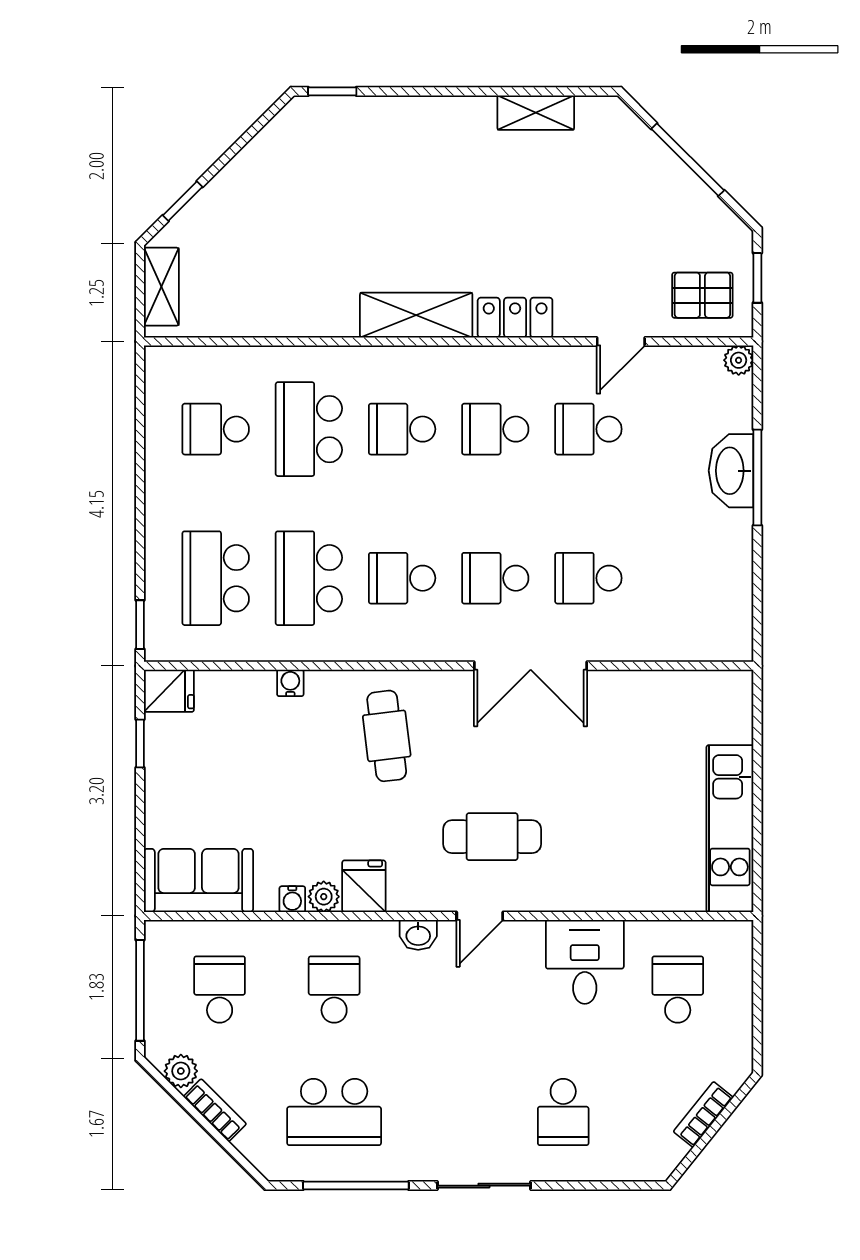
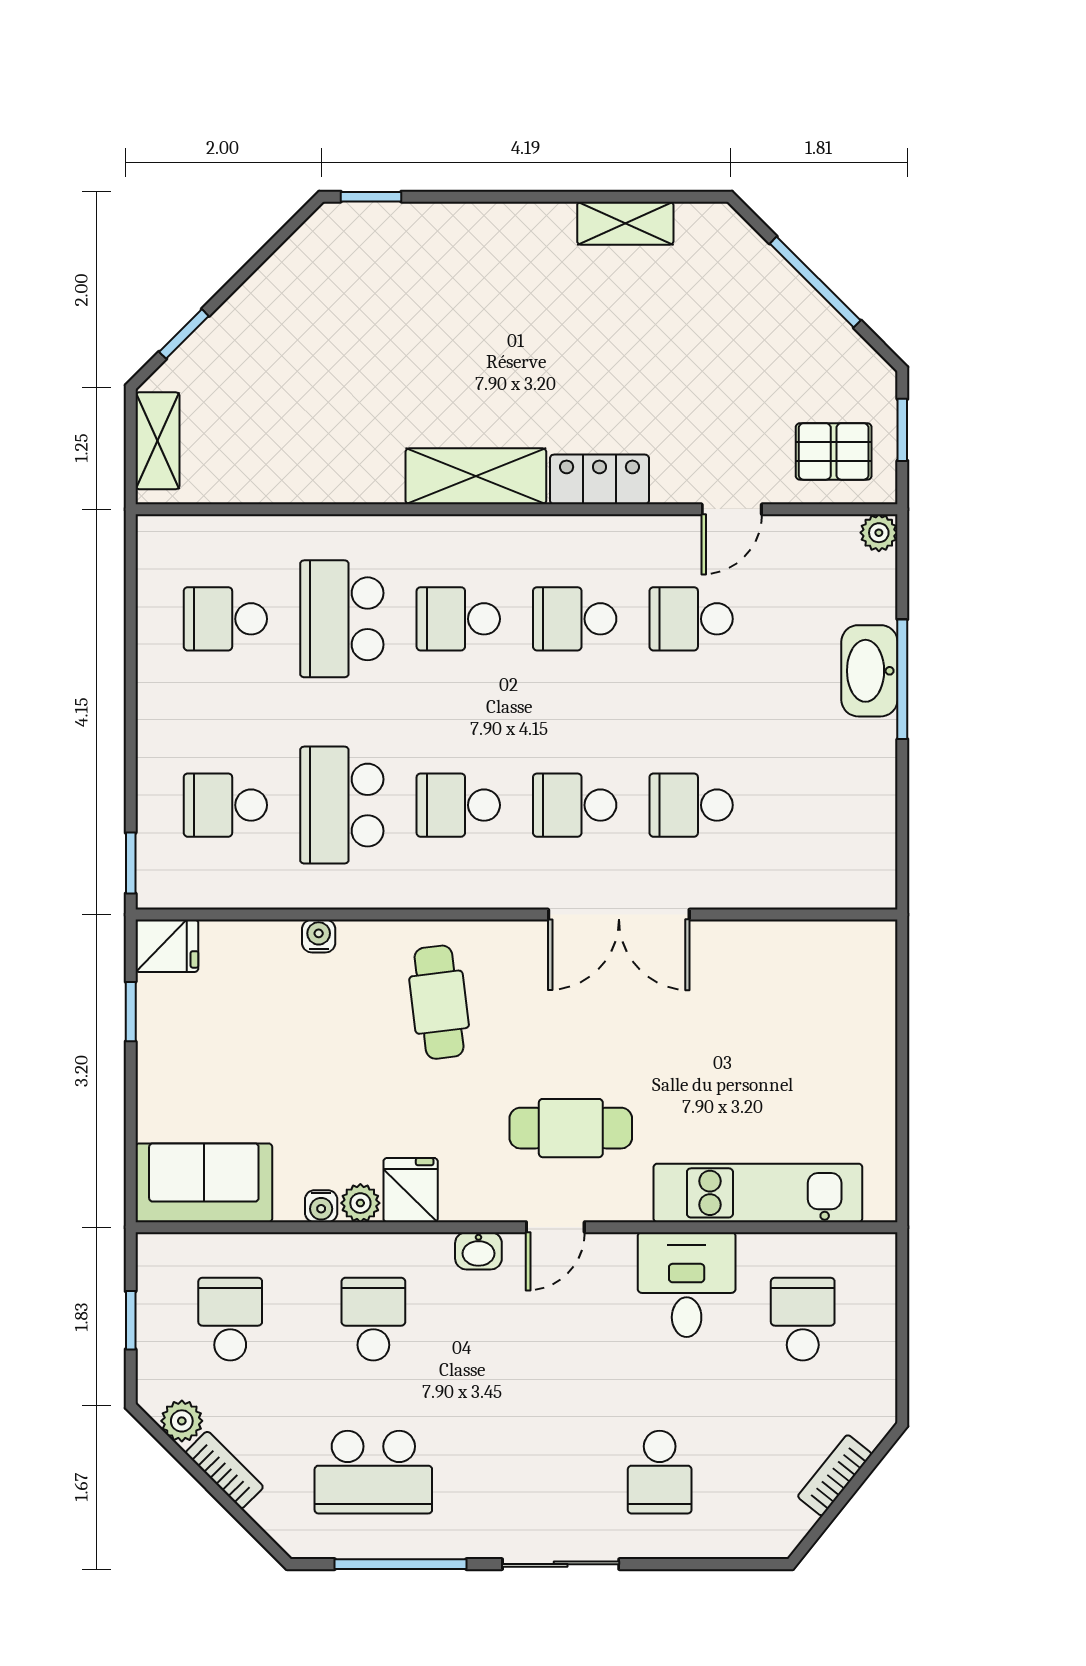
school desk: (216, 578) -> (225, 805), width x0.54
kitchen unit: (730, 829) -> (758, 1193), moved, turned 90
window: (140, 990) -> (131, 1320), width x0.46

